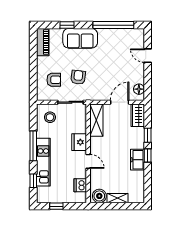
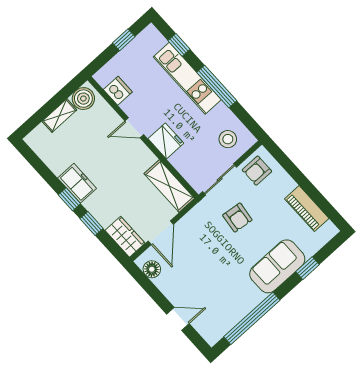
piano: (43, 42) -> (307, 209), moved
armchair: (54, 80) -> (257, 171), moved

